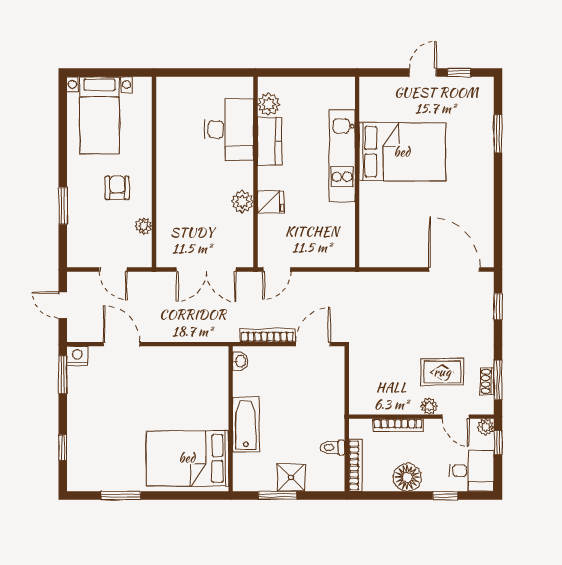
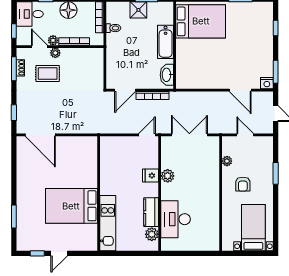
kitchen unit: (342, 156) -> (108, 223), moved
washbasin: (240, 361) -> (167, 75), width x1.91, depth x1.45
plant: (486, 427) -> (53, 40), moved

